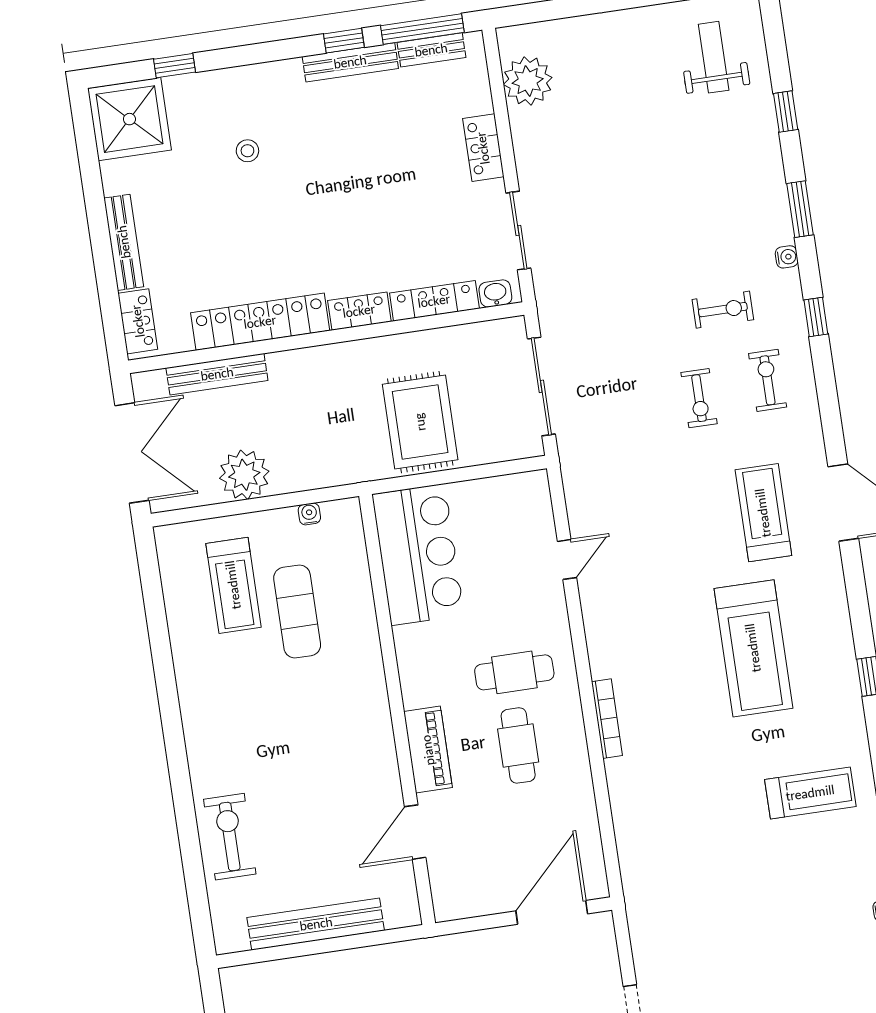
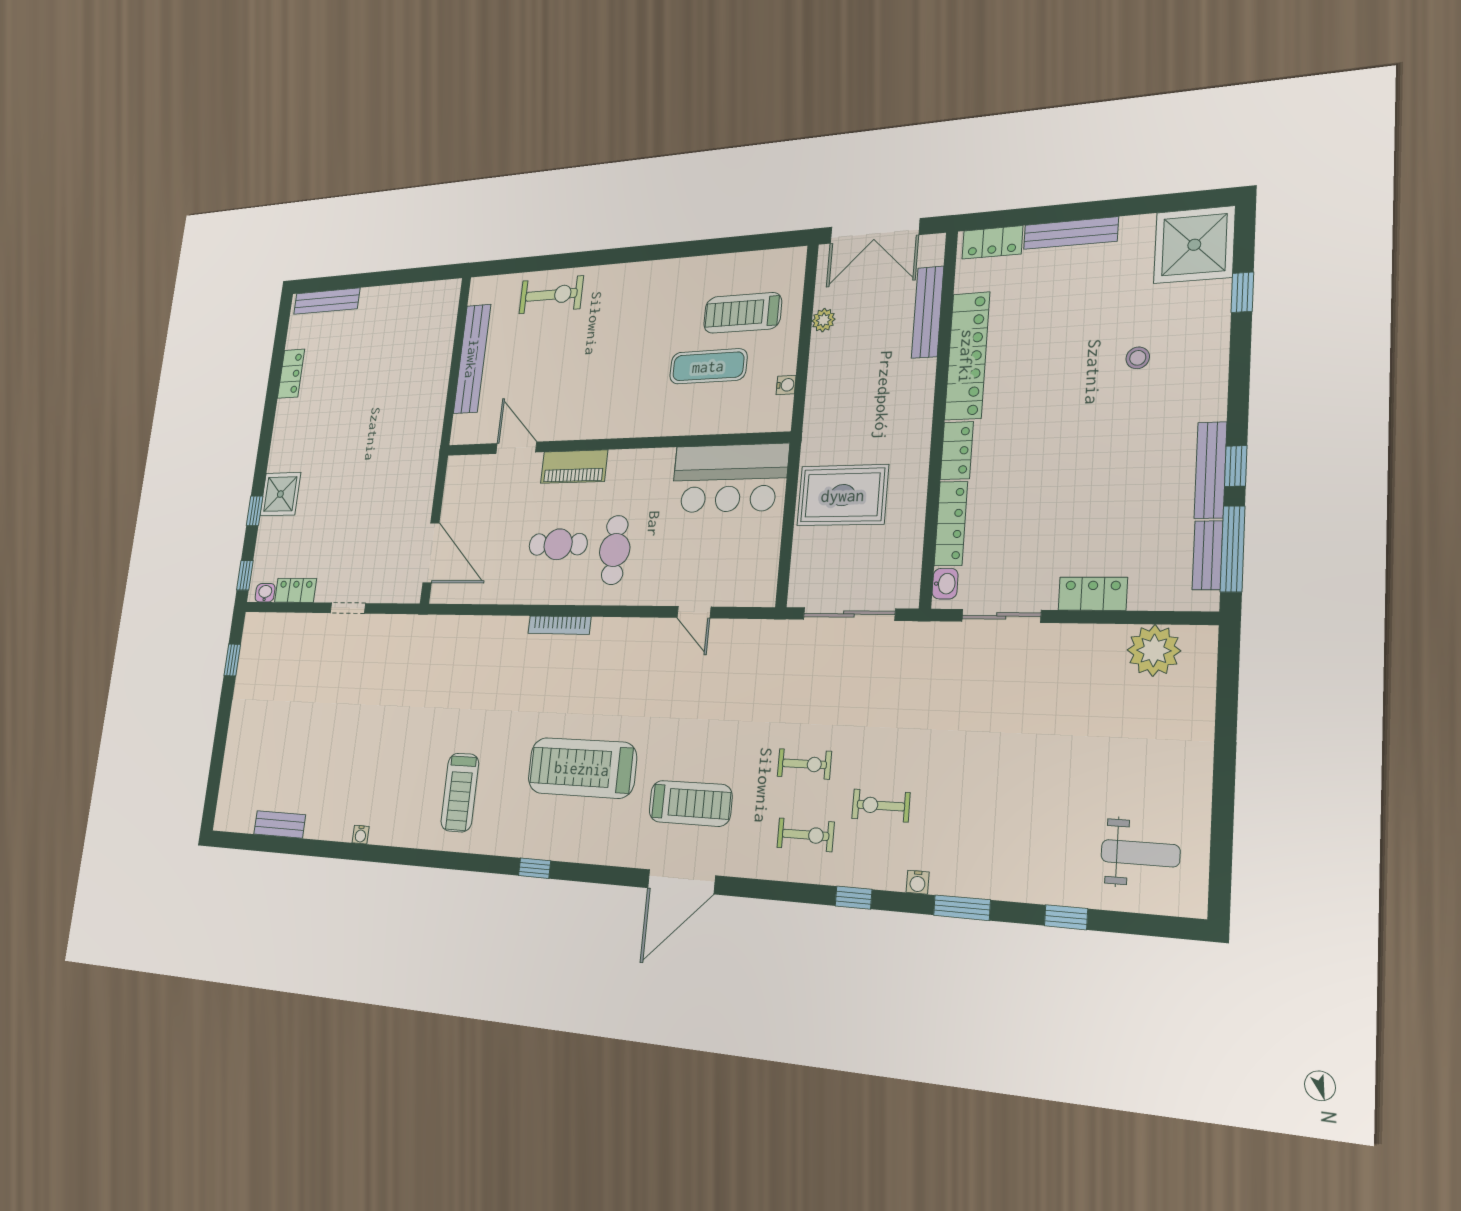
exercise bike: (723, 310) -> (881, 806), turned 90
exercise bike: (699, 398) -> (804, 764), turned 180
plant: (244, 475) -> (824, 320), width x0.53, depth x0.53

